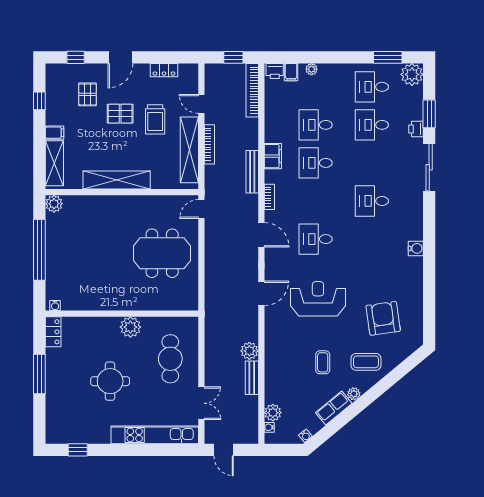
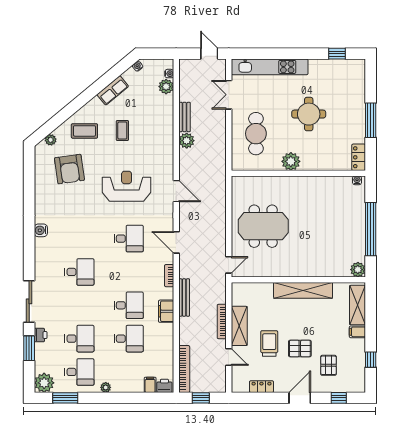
plant: (312, 69) -> (106, 387), moved
shelving: (189, 150) -> (239, 326), width x0.68
door: (261, 293) -> (176, 191), swing flipped
reception desk: (318, 299) -> (127, 186), turned 180
plant: (354, 394) -> (51, 140), moved

